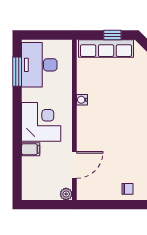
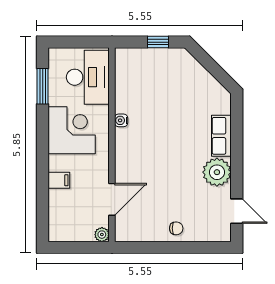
row of seats: (106, 49) -> (150, 58), removed
desk: (39, 65) -> (88, 77), moved, turned 180
corner desk: (41, 122) -> (72, 130), moved

